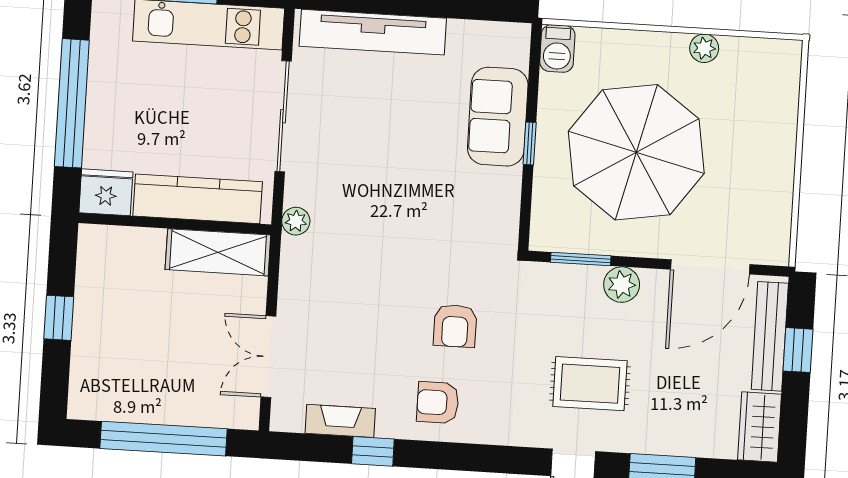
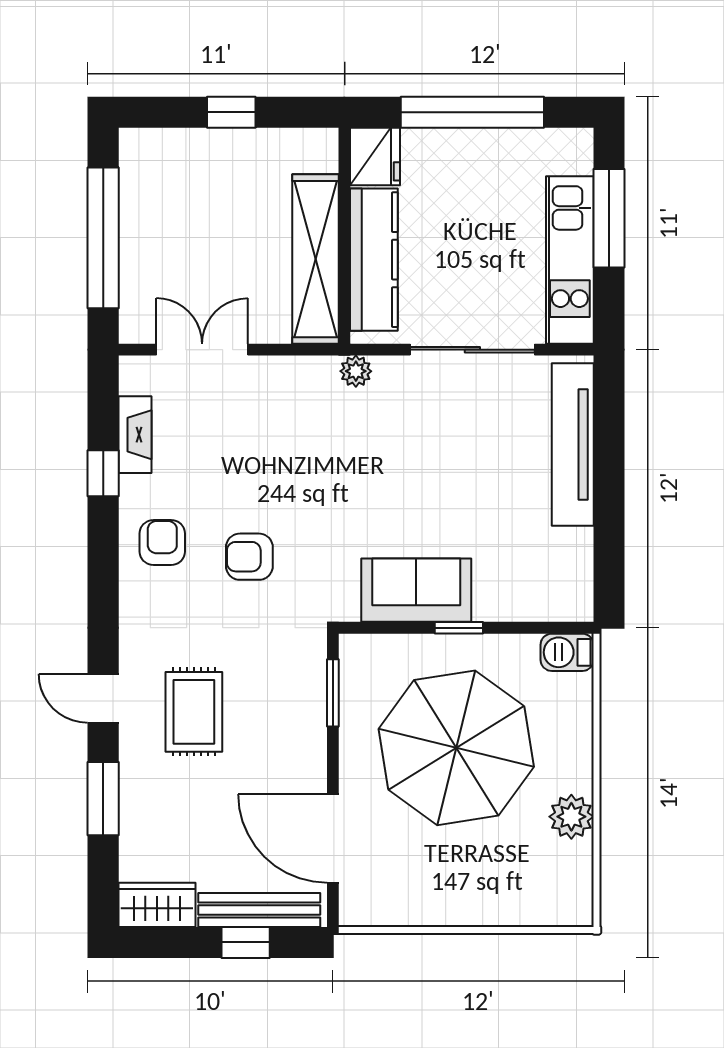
plant: (704, 48) -> (571, 817), width x1.38, depth x1.38
sofa: (498, 117) -> (416, 590), moved
shelving: (218, 252) -> (316, 259), width x1.47
plant: (622, 285) -> (307, 740), removed

